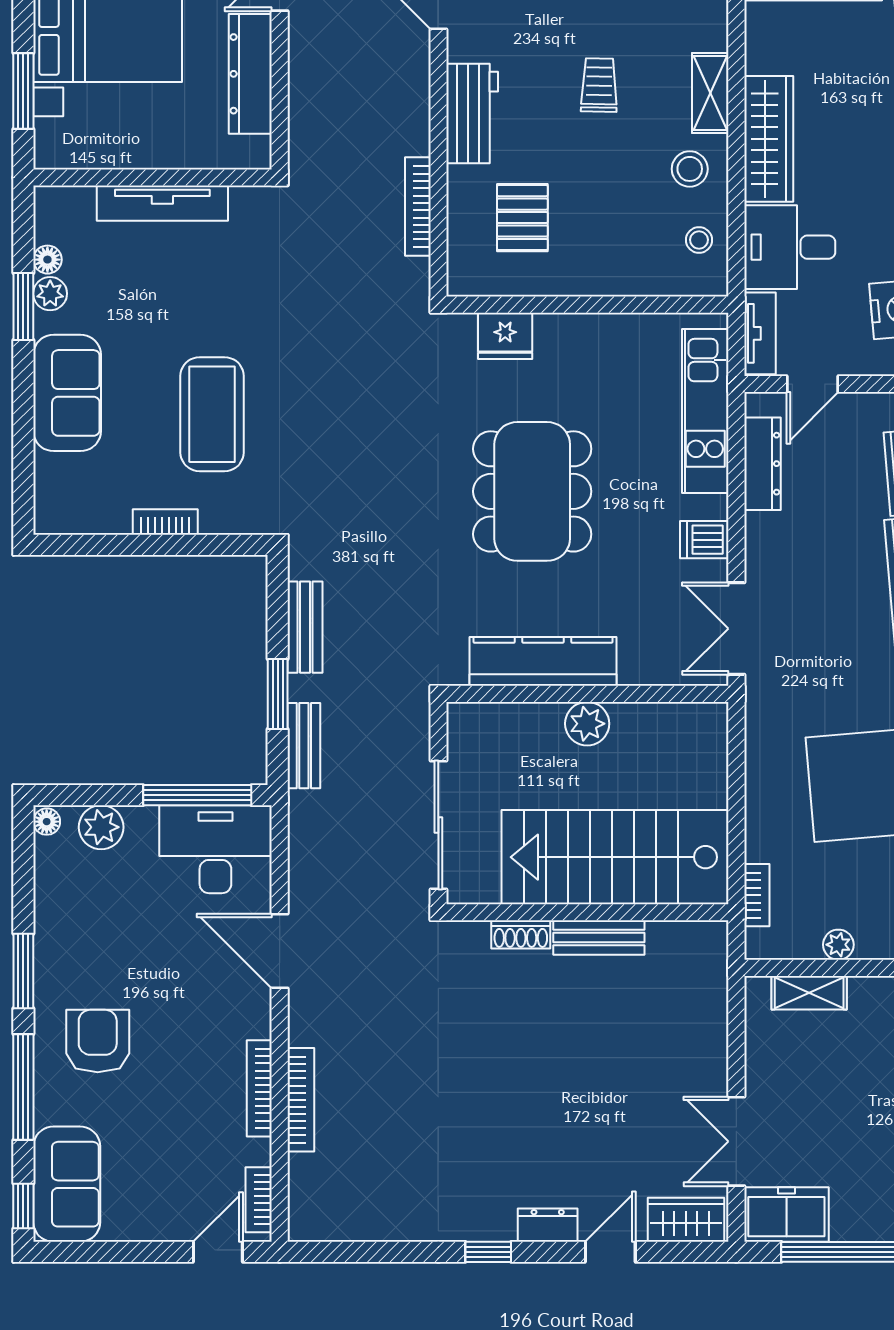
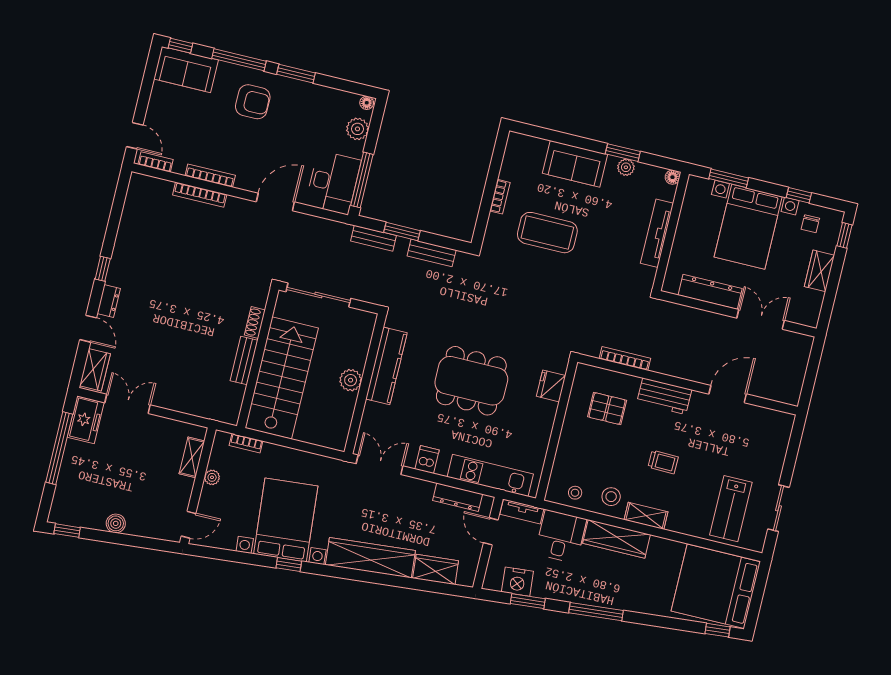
floor lamp: (47, 260) -> (672, 177), moved

